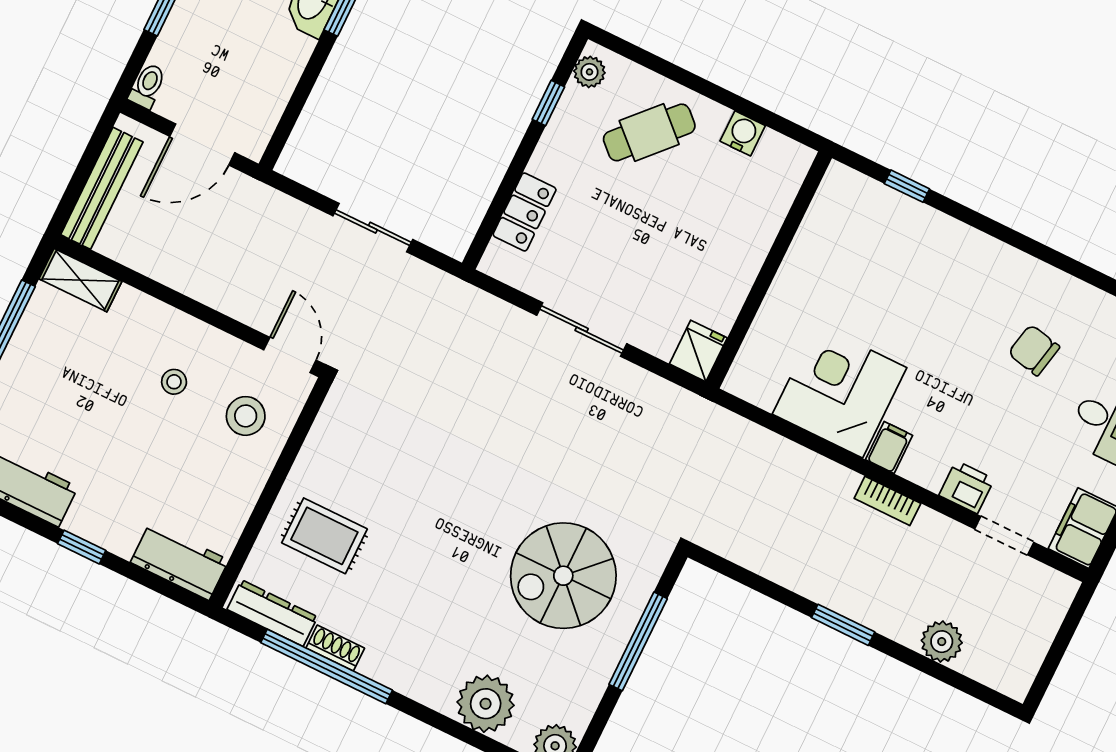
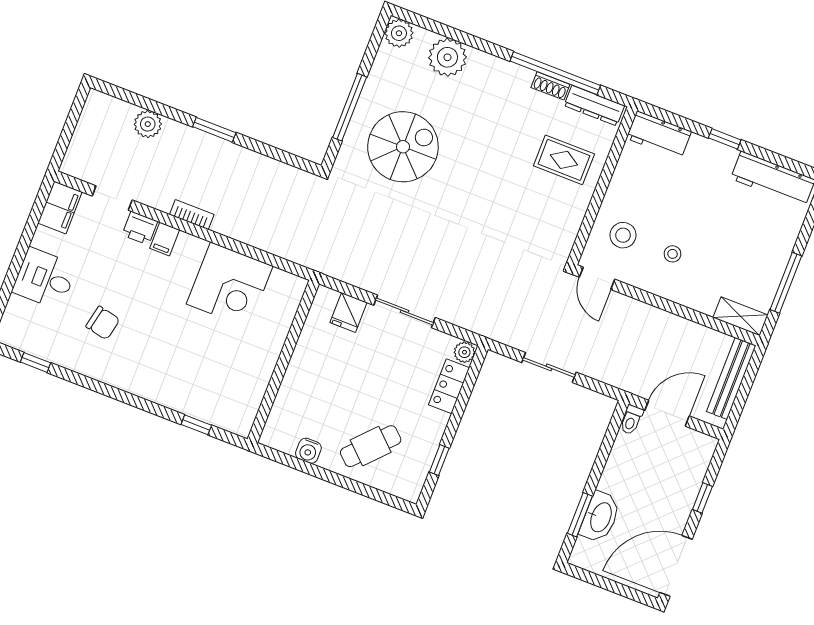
plant: (589, 72) -> (464, 352), moved
toilet: (147, 86) -> (631, 420), moved
fridge: (698, 351) -> (348, 312), moved
filing cabinet: (889, 447) -> (165, 239), moved

